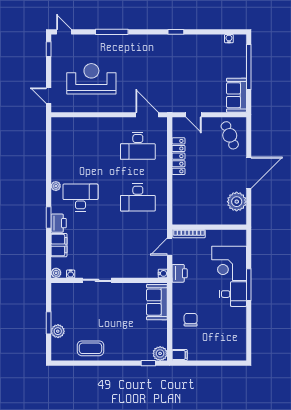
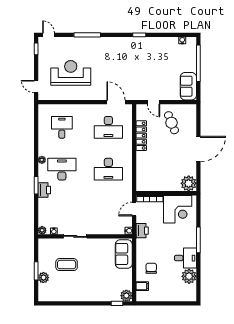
cafe table: (230, 135) -> (171, 123), moved
desk: (80, 146) -> (62, 127), added
plant: (237, 202) -> (189, 183), moved
filing cabinet: (59, 245) -> (44, 208), removed
corner desk: (229, 263) -> (178, 209), moved, turned -90
desk: (233, 294) -> (185, 258), moved
plant: (237, 330) -> (189, 276), added
coffee table: (90, 348) -> (67, 265), moved
filing cabinet: (180, 355) -> (142, 286), moved

